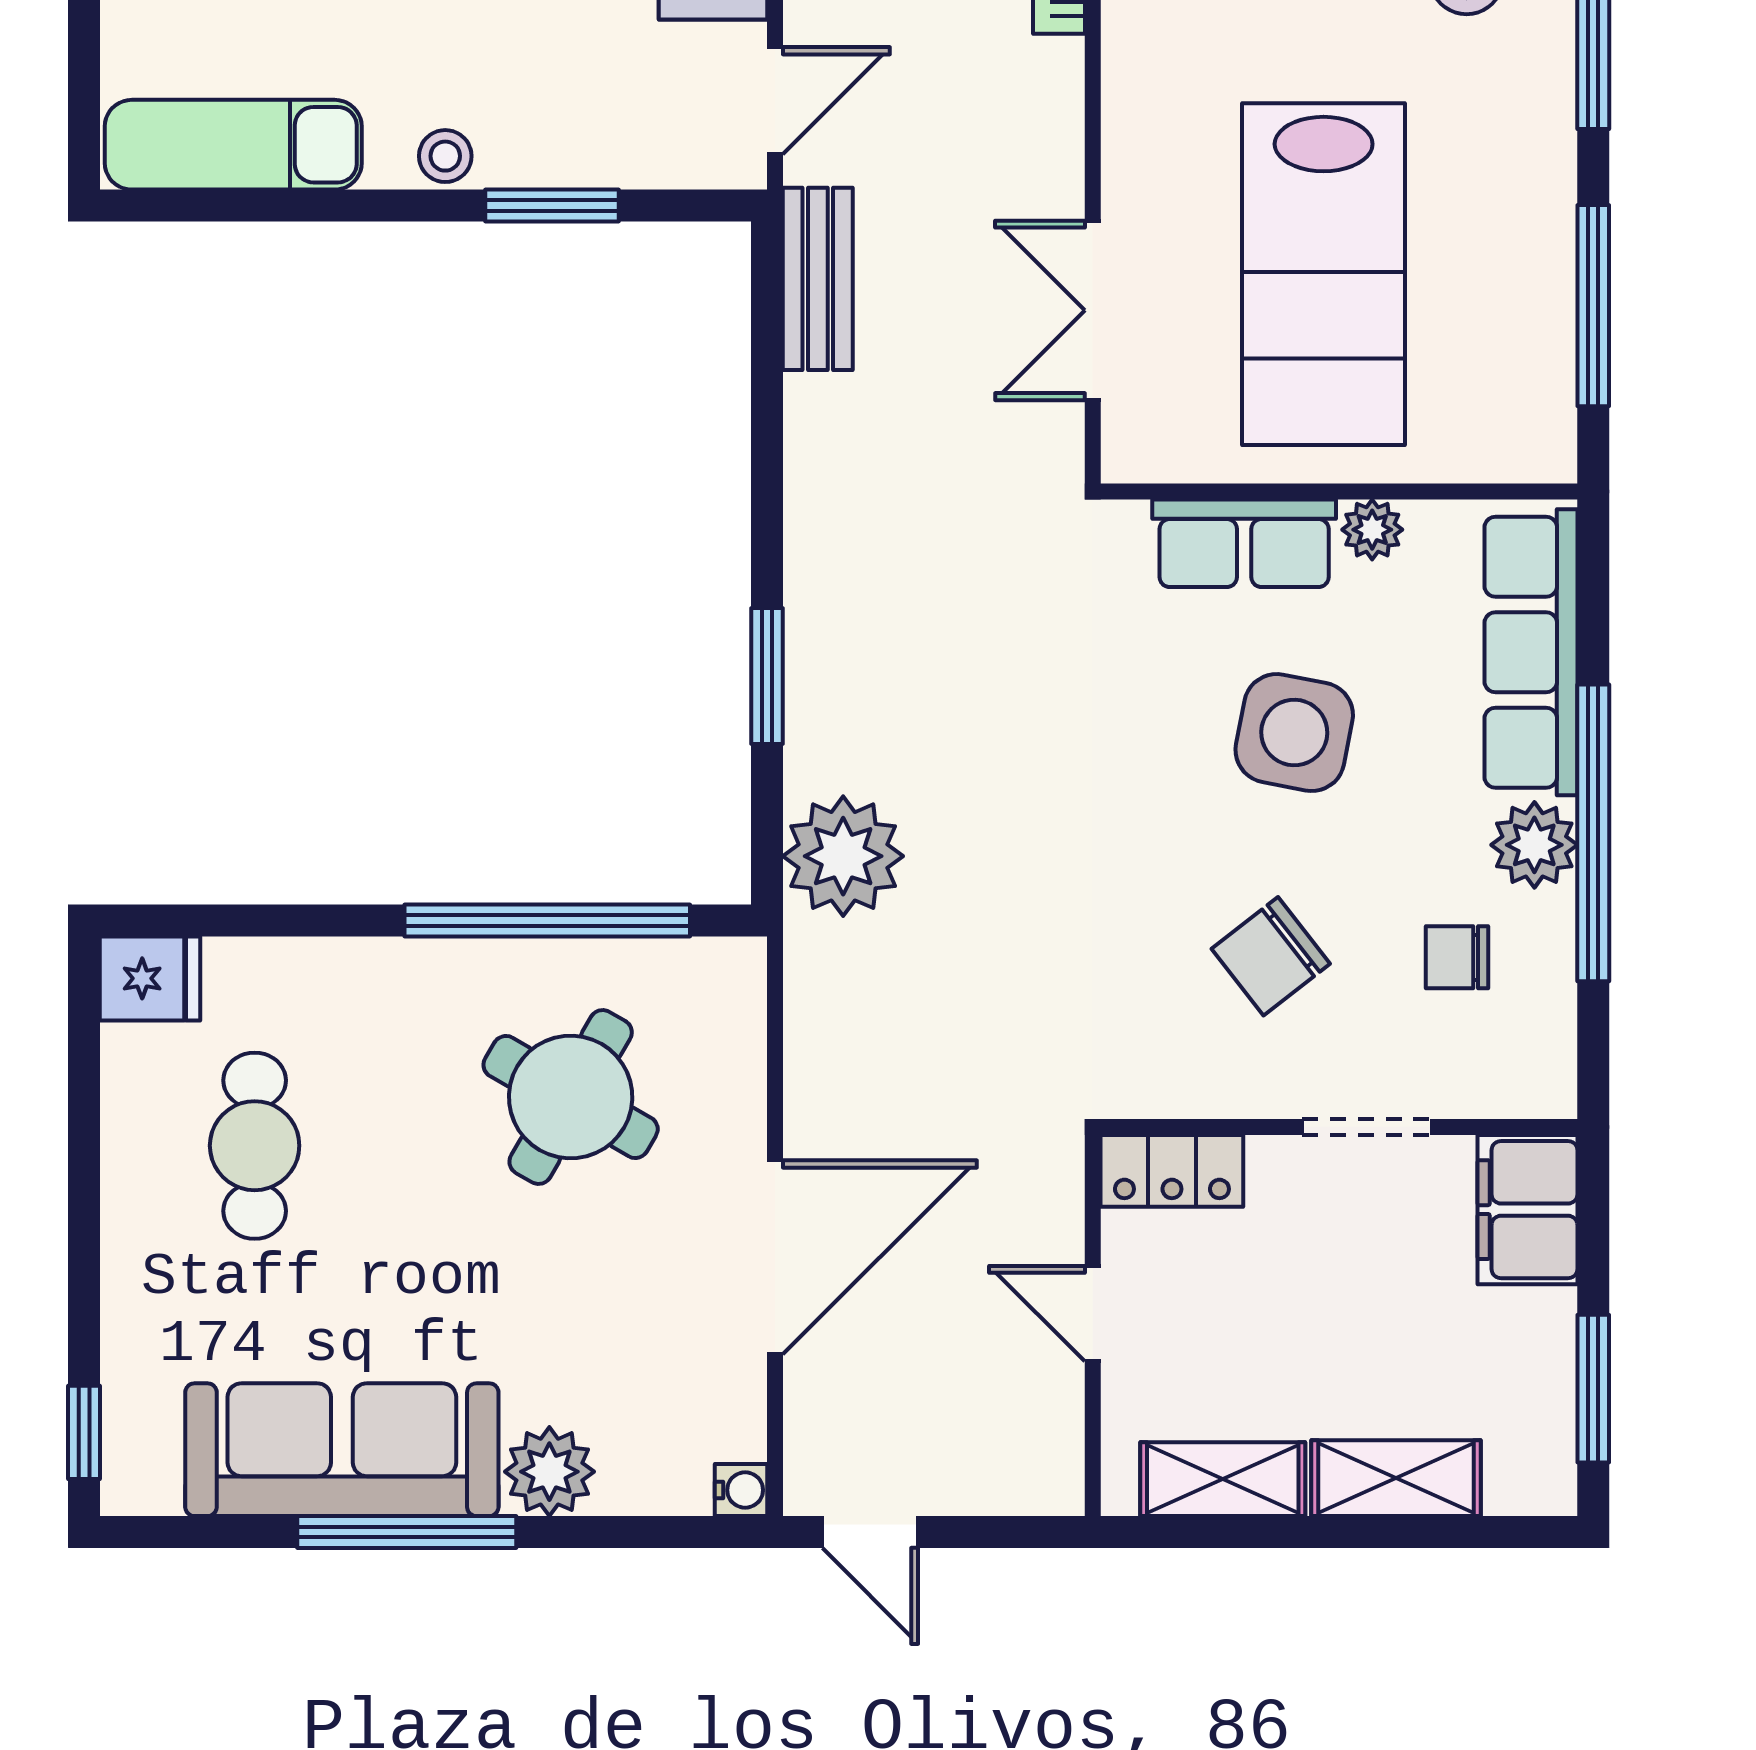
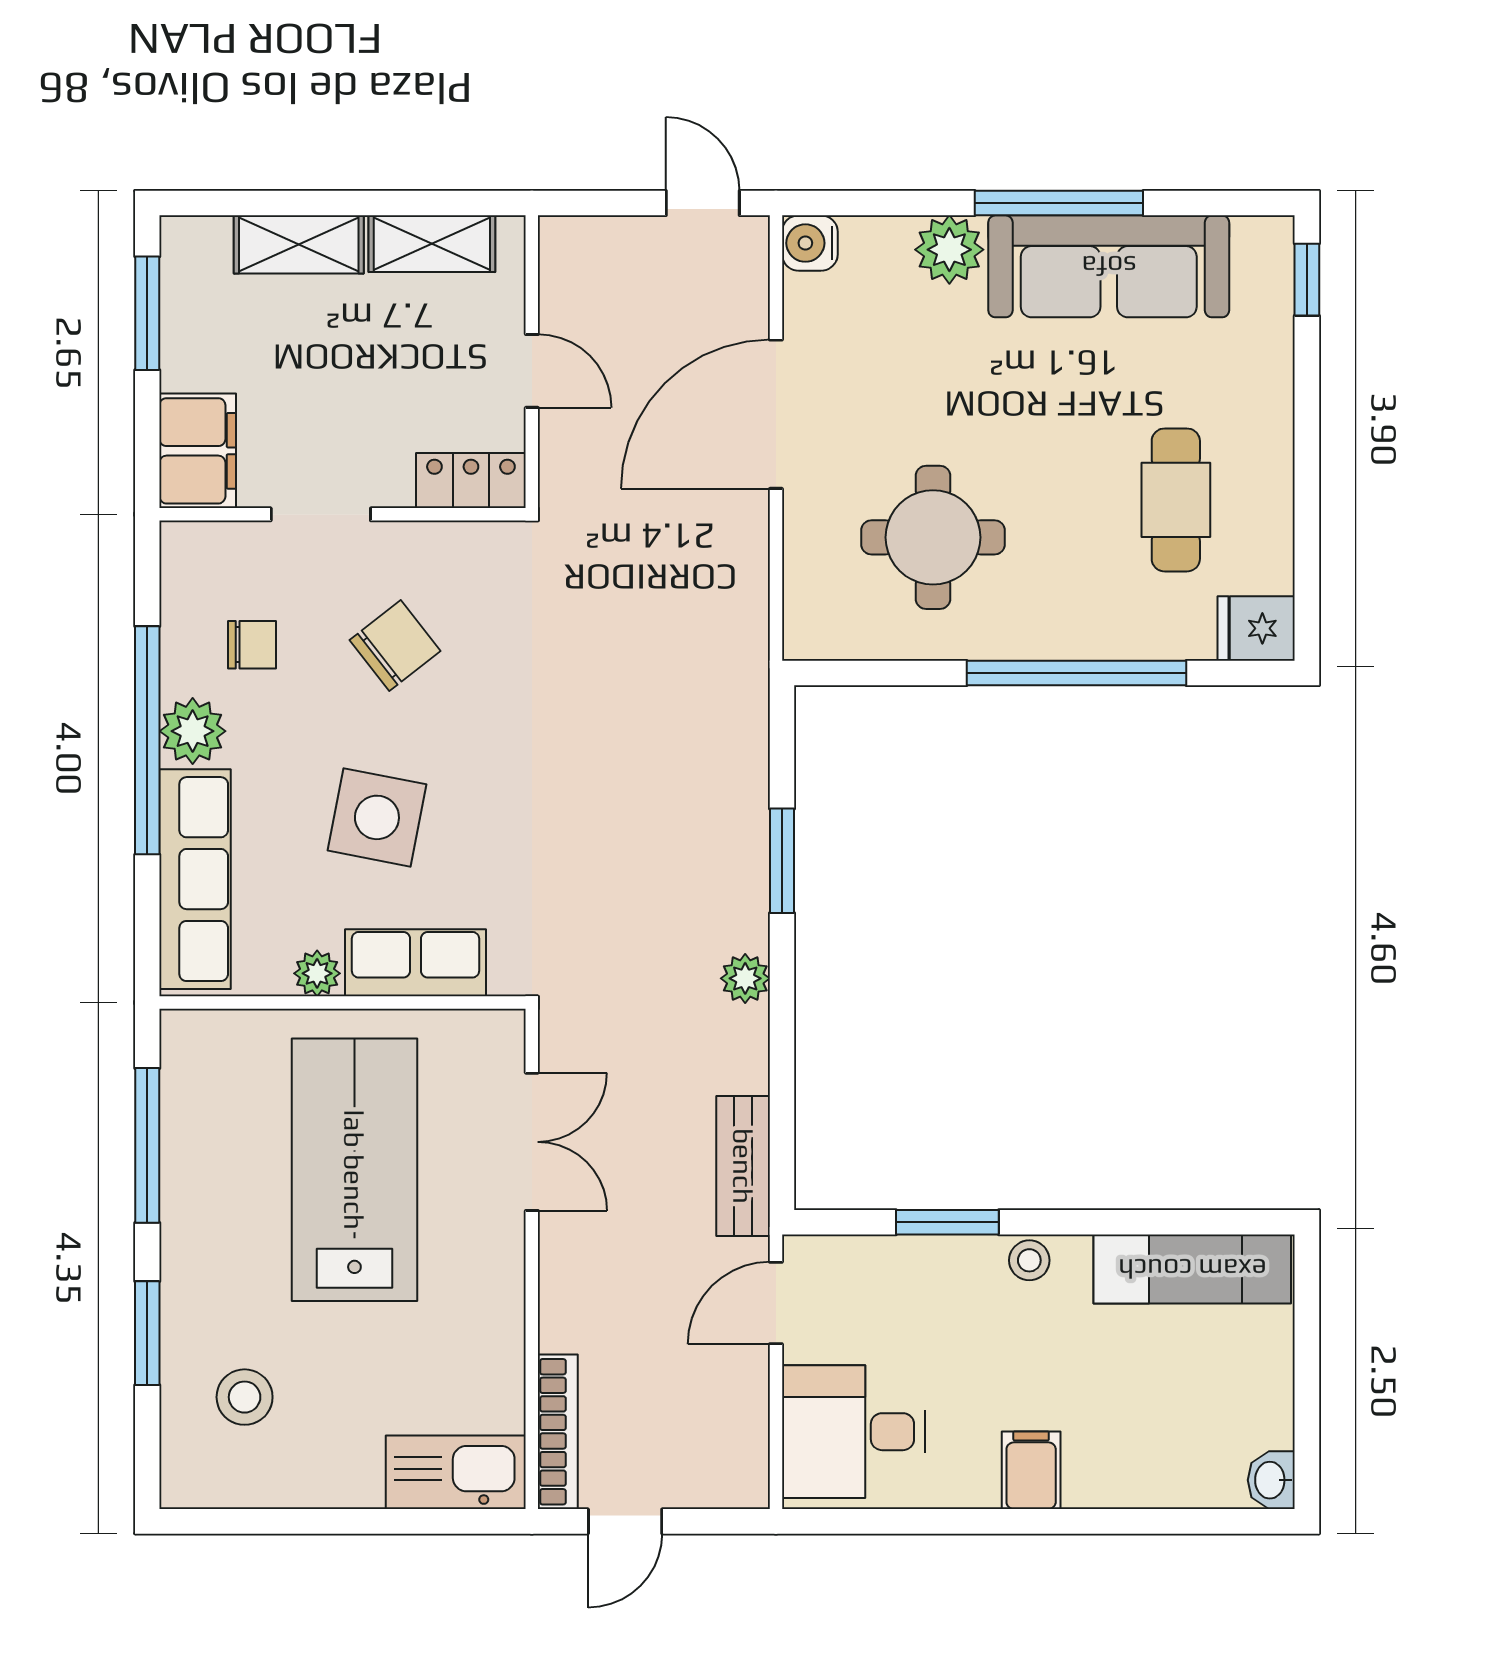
plant: (843, 856) -> (745, 978), moved, width x0.53, depth x0.53
window: (547, 920) -> (1077, 673), moved
round table: (571, 1097) -> (933, 537), turned -30
water cooler: (741, 1490) -> (810, 243), width x1.38, depth x1.38

